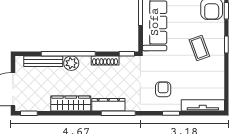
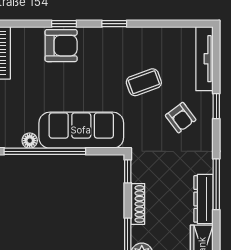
coffee table: (199, 48) -> (144, 82), moved
armchair: (163, 89) -> (181, 118), turned -127

